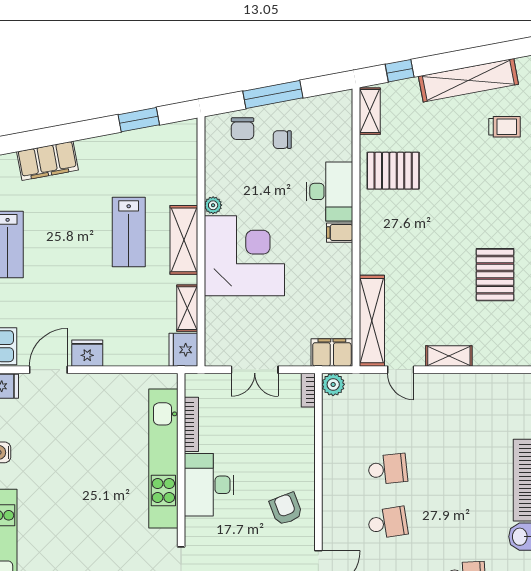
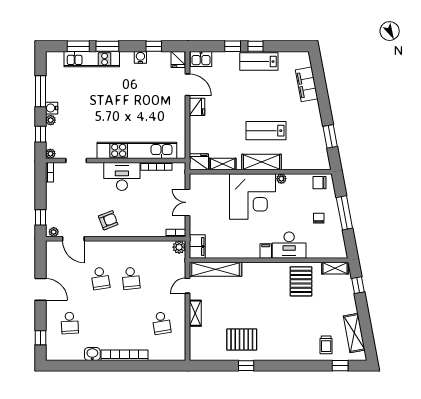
shelving: (468, 80) -> (354, 333), width x0.68
chair: (243, 129) -> (320, 183), moved
school desk: (466, 415) -> (161, 323), added

